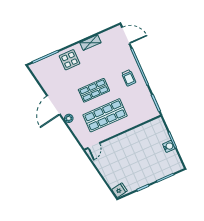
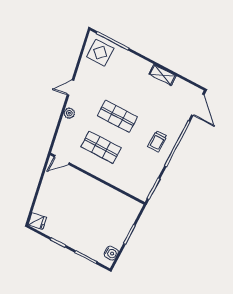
display table: (70, 60) -> (100, 53), moved
door: (54, 105) -> (70, 87), width x0.53
shop shelf: (105, 115) -> (101, 147), width x0.70, depth x0.74
water cooler: (169, 146) -> (111, 253), moved

